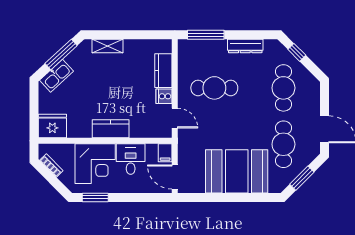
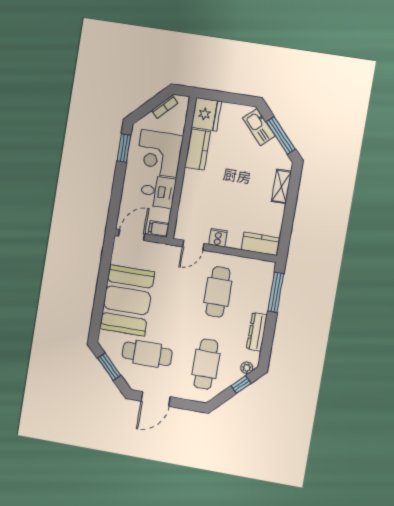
plant: (280, 50) -> (247, 368), added
kitchen counter: (163, 71) -> (261, 244), moved
cafe table: (283, 88) -> (206, 364), turned 90
kitchen counter: (111, 129) -> (197, 149), moved

